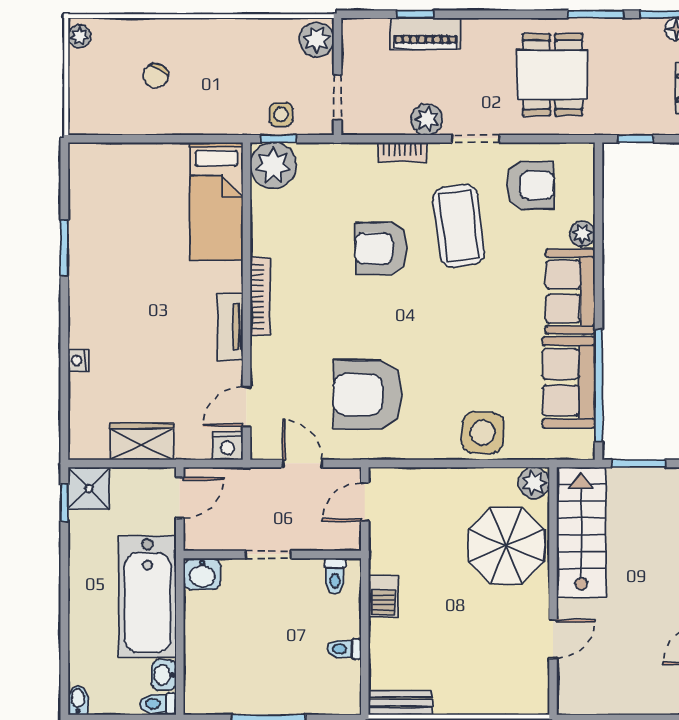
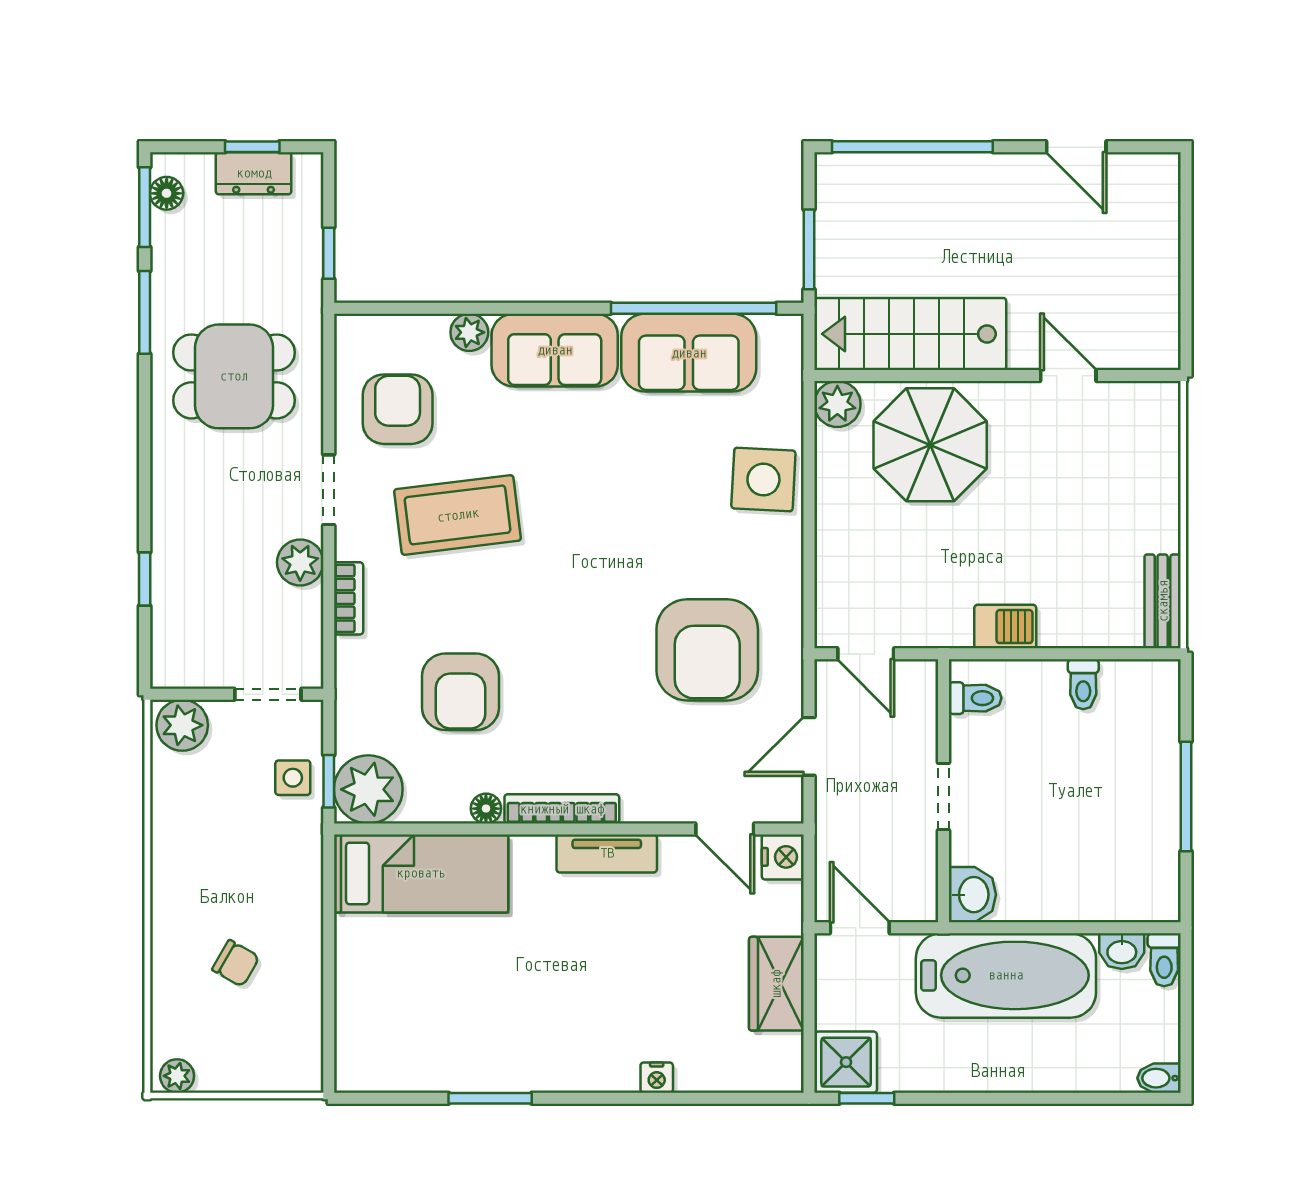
piano: (426, 34) -> (173, 564), removed
floor lamp: (260, 245) -> (486, 809), added
armchair: (381, 248) -> (461, 692), moved

